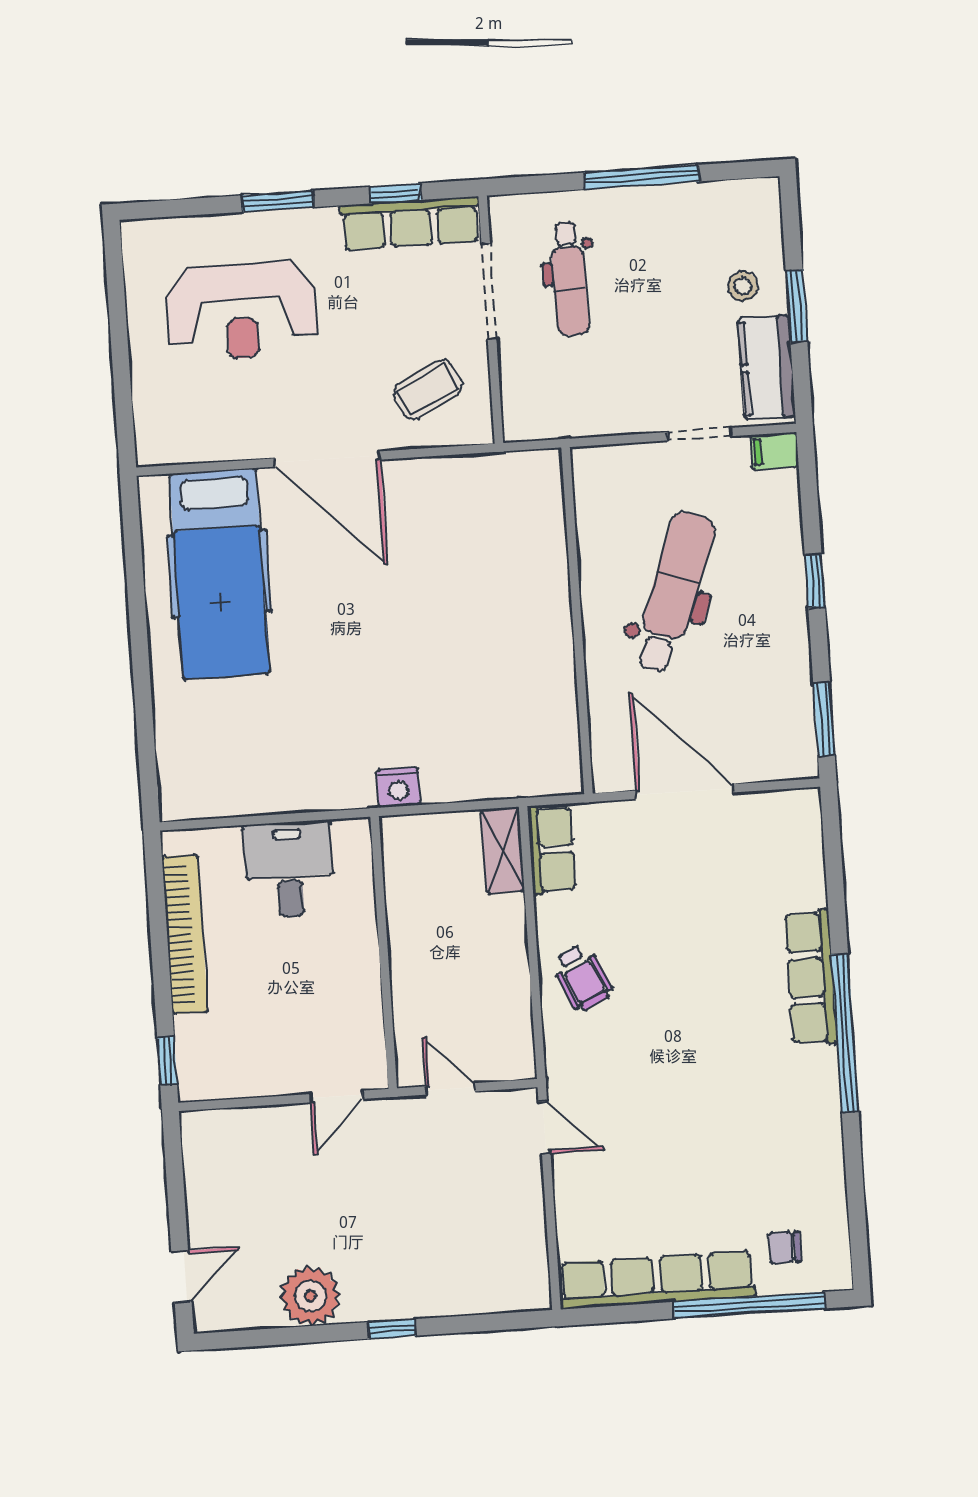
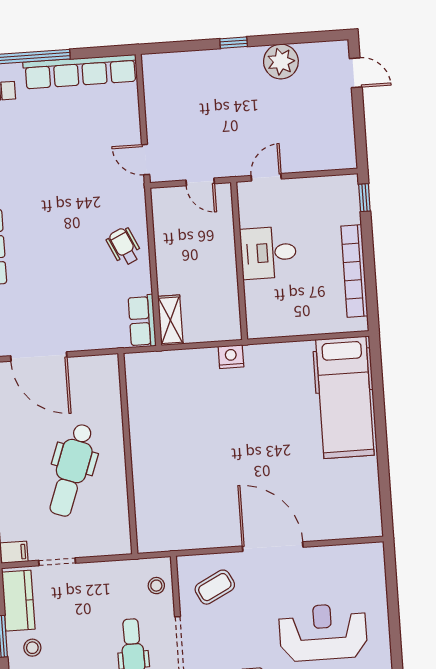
stool: (529, 393) -> (156, 586), added
hospital bed: (219, 574) -> (345, 397), moved, turned 180
door: (684, 792) -> (39, 356), moved
desk: (289, 869) -> (268, 253), moved, turned 90
door: (181, 1276) -> (356, 73), swing flipped

